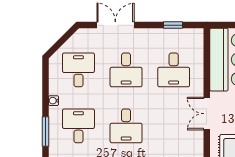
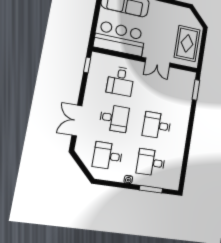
window: (173, 25) -> (87, 65), moved
desk: (174, 70) -> (121, 81), turned 90
desk: (126, 126) -> (157, 125), turned 180

